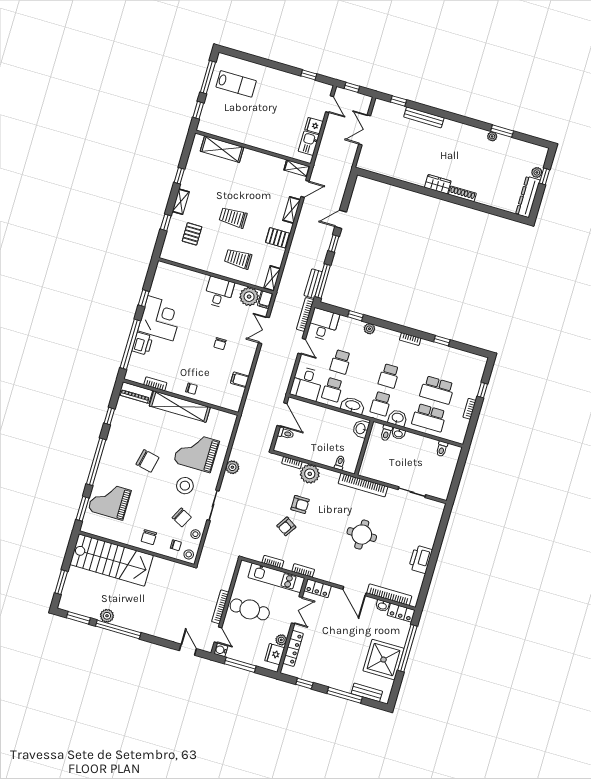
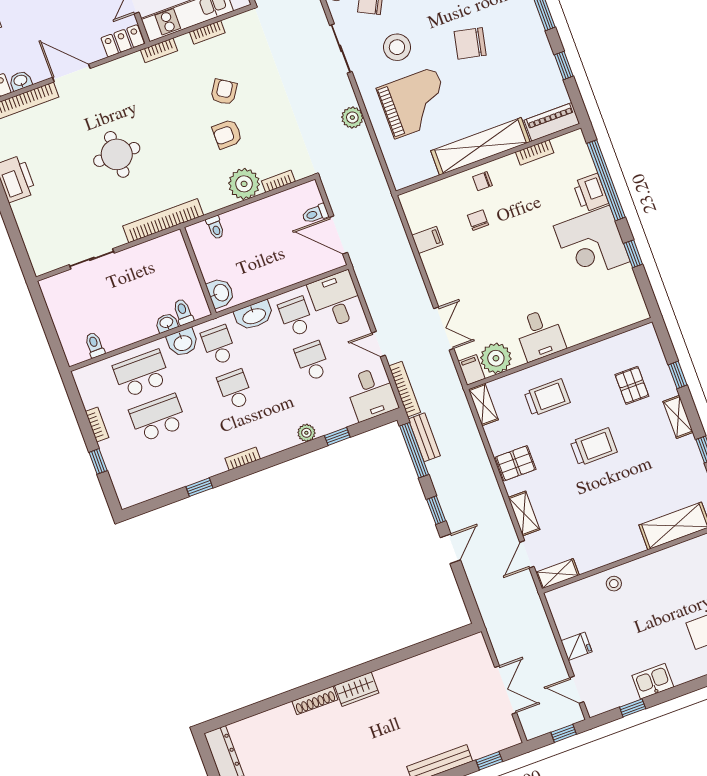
stool: (273, 143) -> (614, 584), added
kitchen sink: (309, 143) -> (653, 681), moved, turned -90
chair: (220, 344) -> (478, 220), moved

